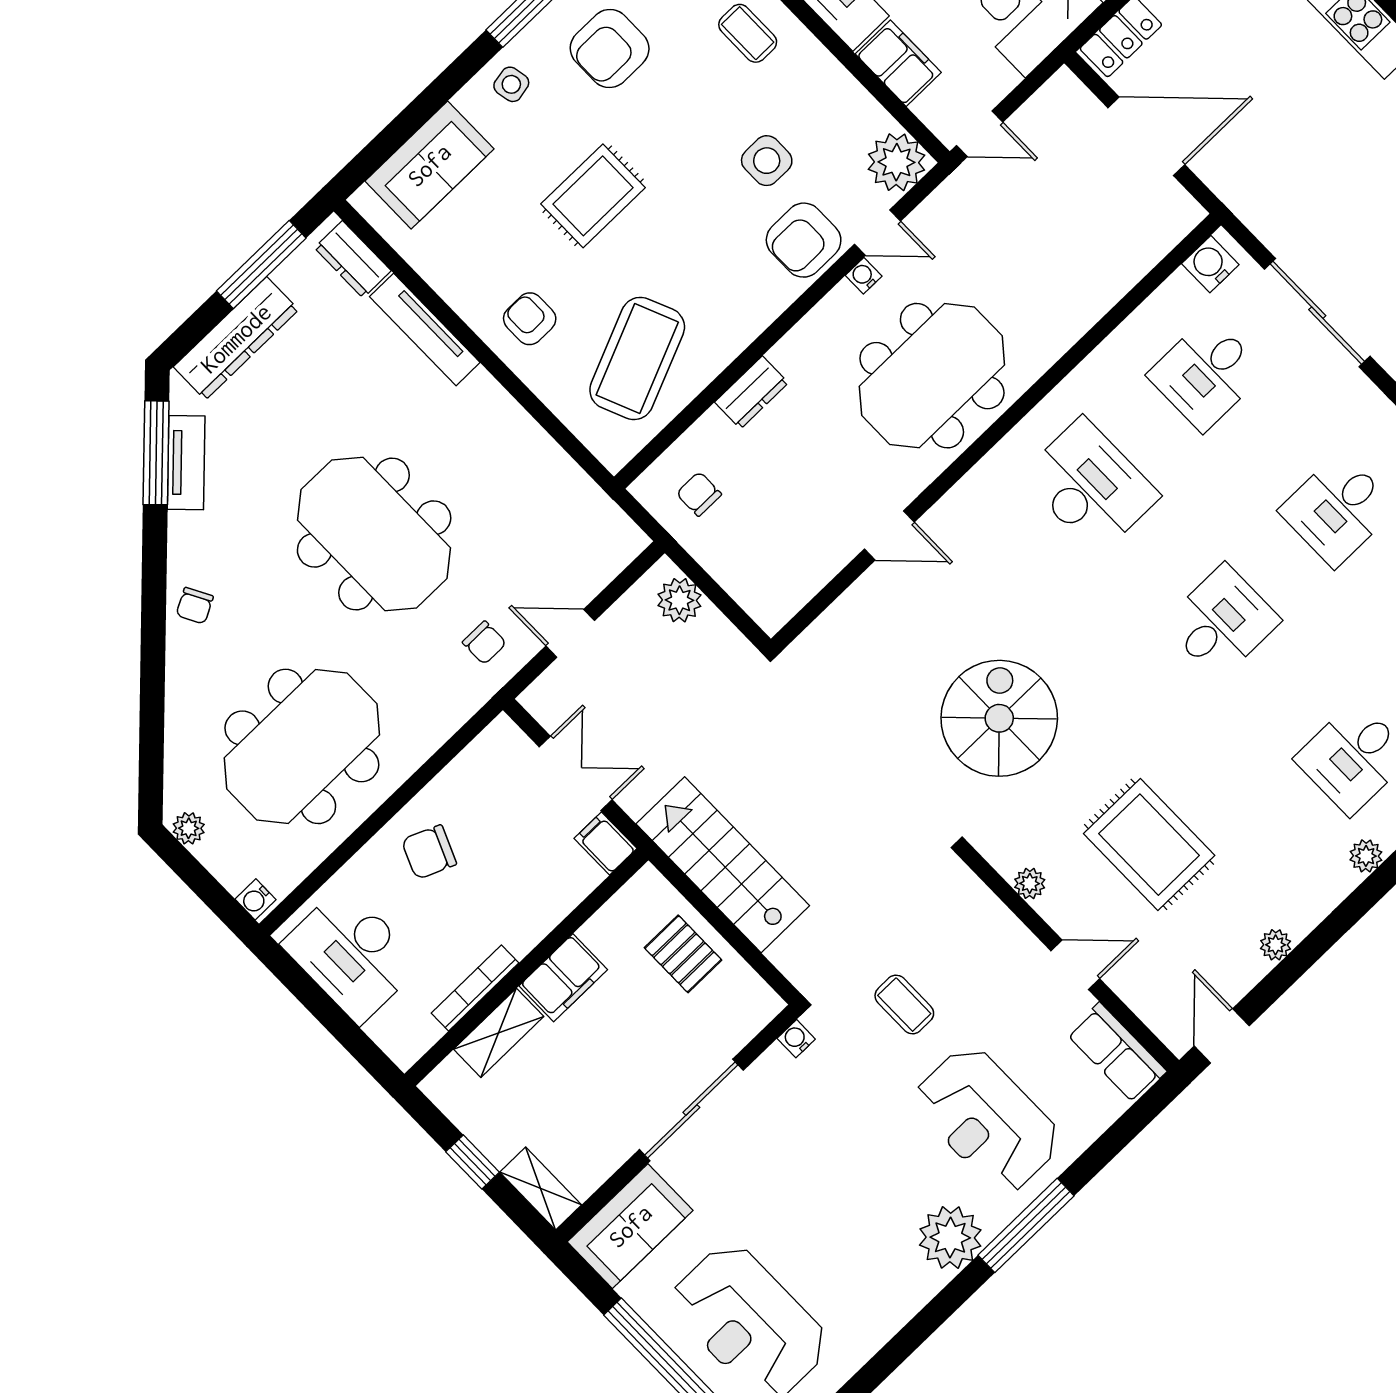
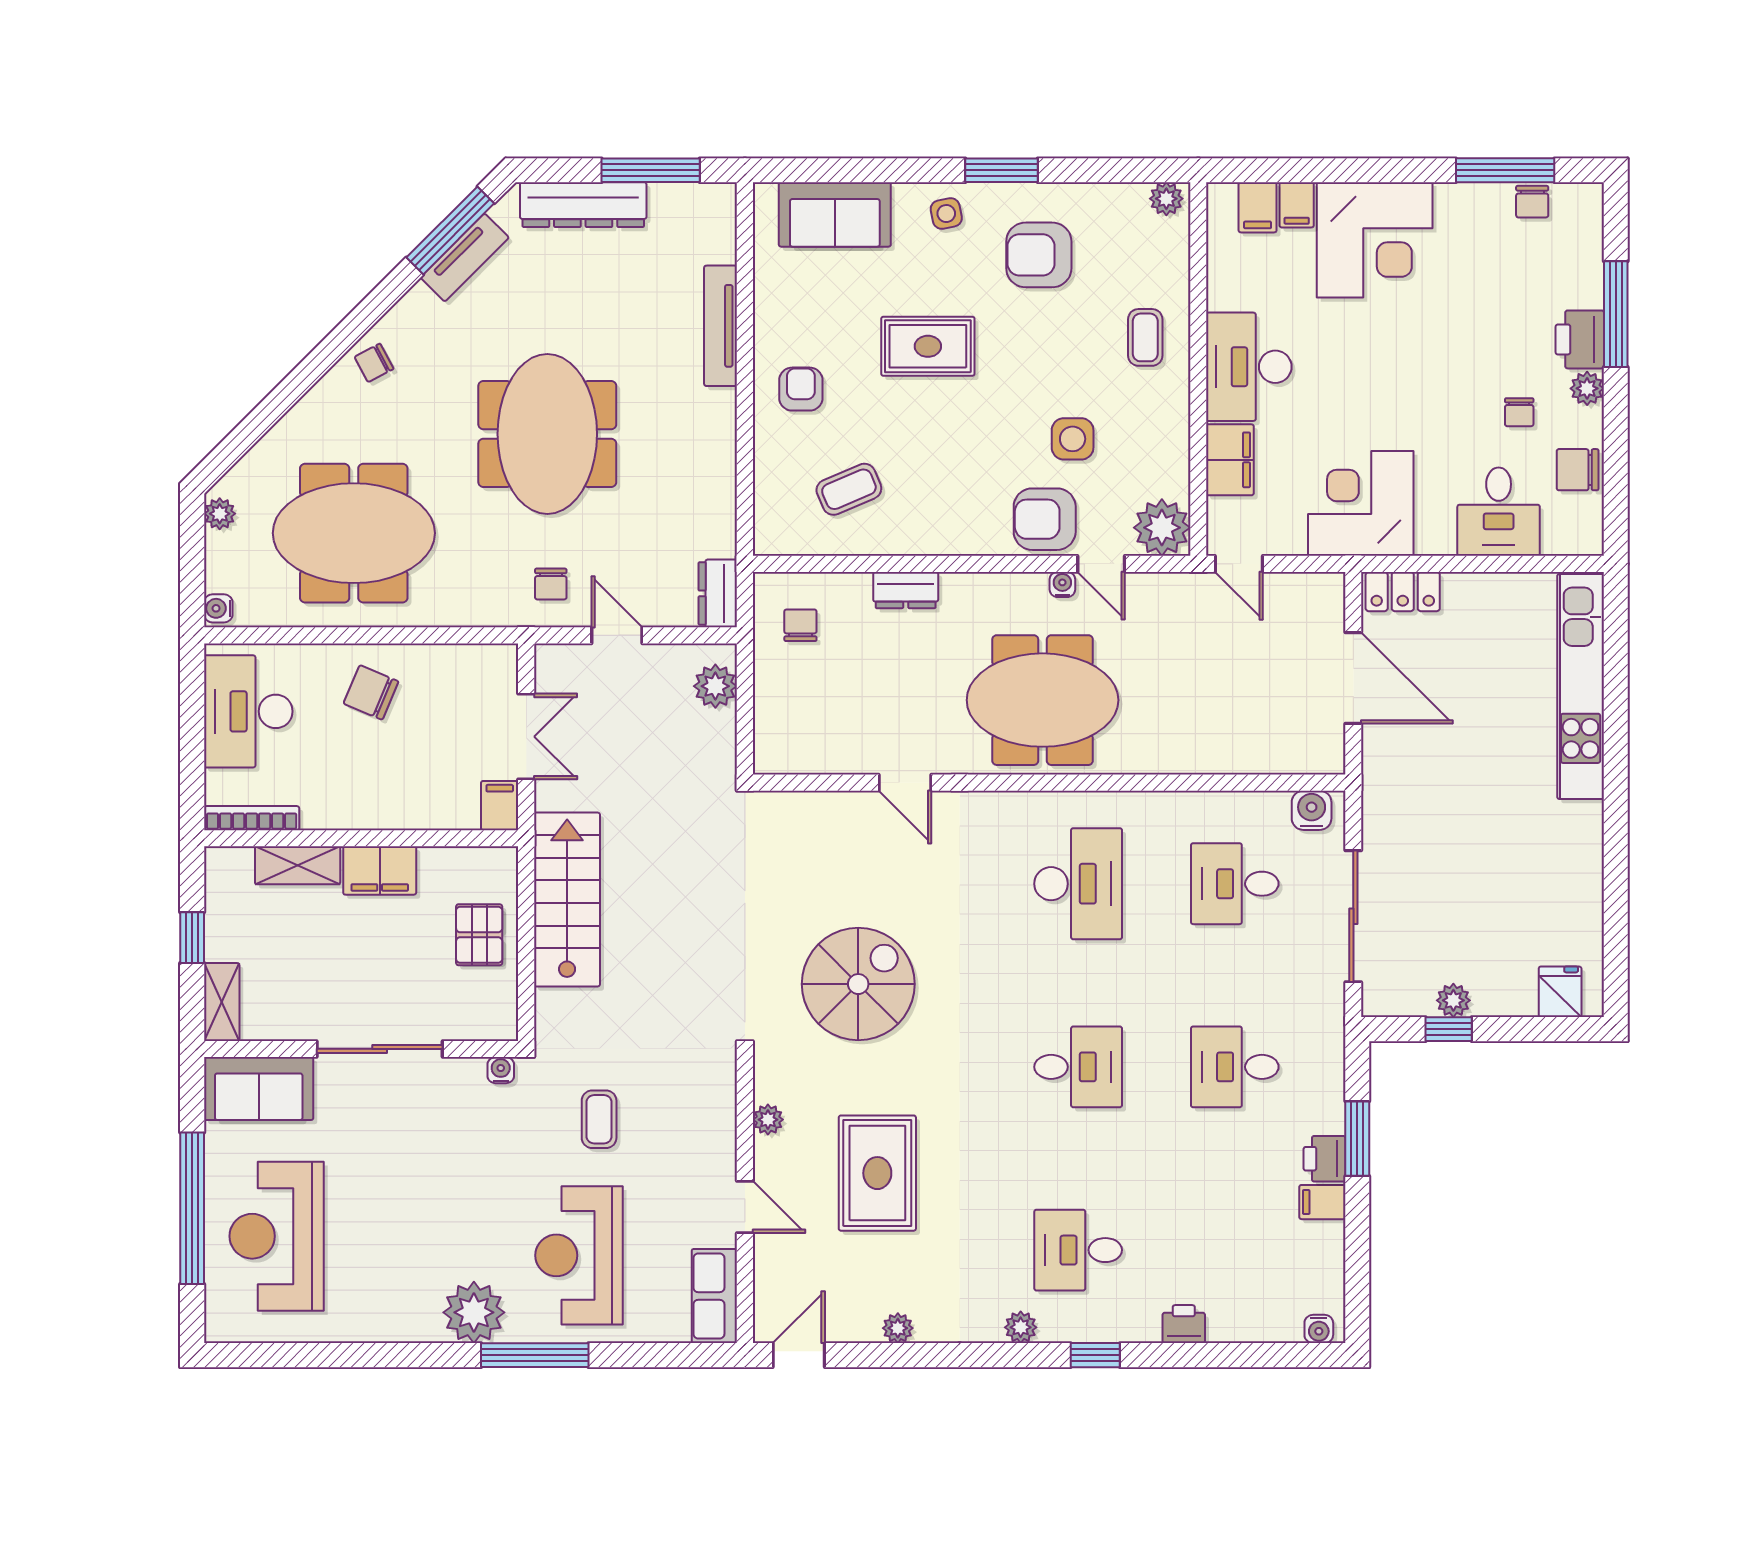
dresser: (353, 259) -> (718, 593), moved
coffee table: (637, 358) -> (849, 489), width x0.54, depth x0.58
bookcase: (475, 988) -> (252, 818), moved

